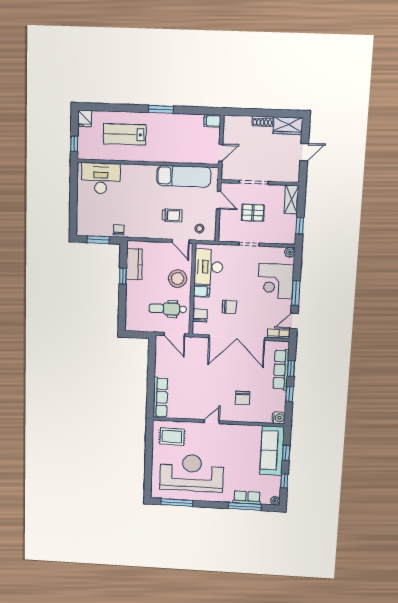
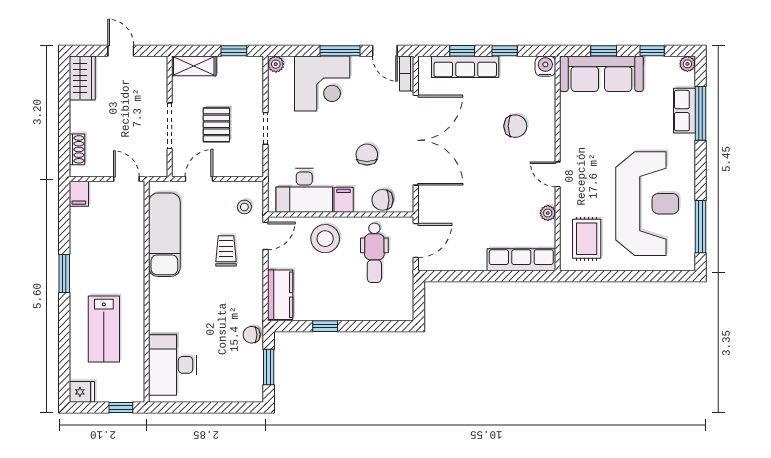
shoe rack: (262, 121) -> (77, 149), moved
kitchen counter: (134, 264) -> (280, 295), moved, turned 90
plant: (188, 415) -> (548, 213), added
reception desk: (192, 473) -> (647, 204), turned 180

